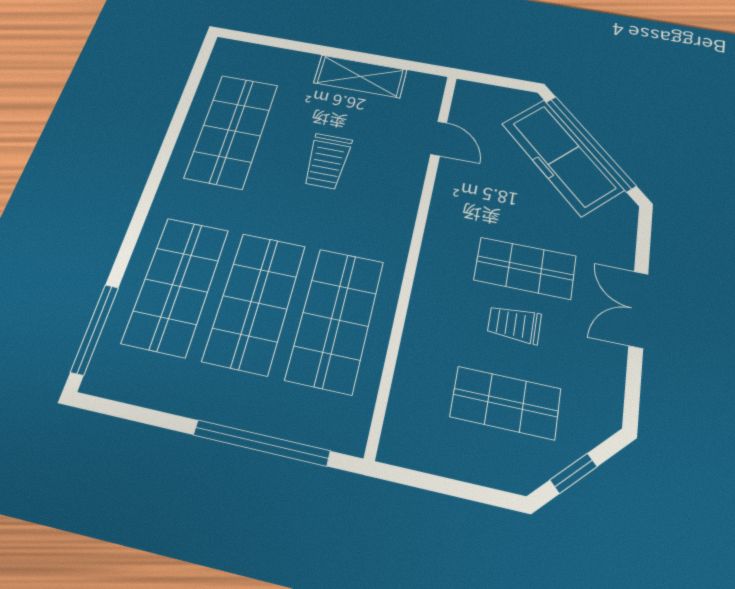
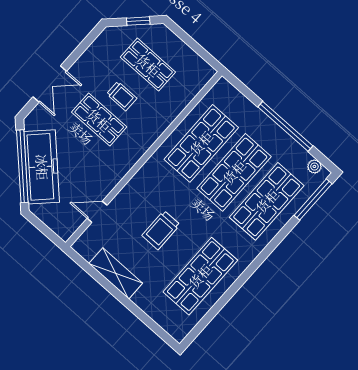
door: (439, 138) -> (97, 212), hinge flipped
trolley: (327, 161) -> (161, 230), turned 180
double door: (638, 309) -> (50, 84), moved
plant: (115, 386) -> (314, 166), added
window: (261, 443) -> (285, 126), moved

